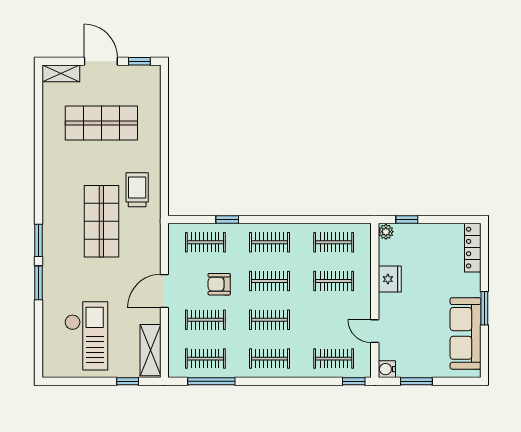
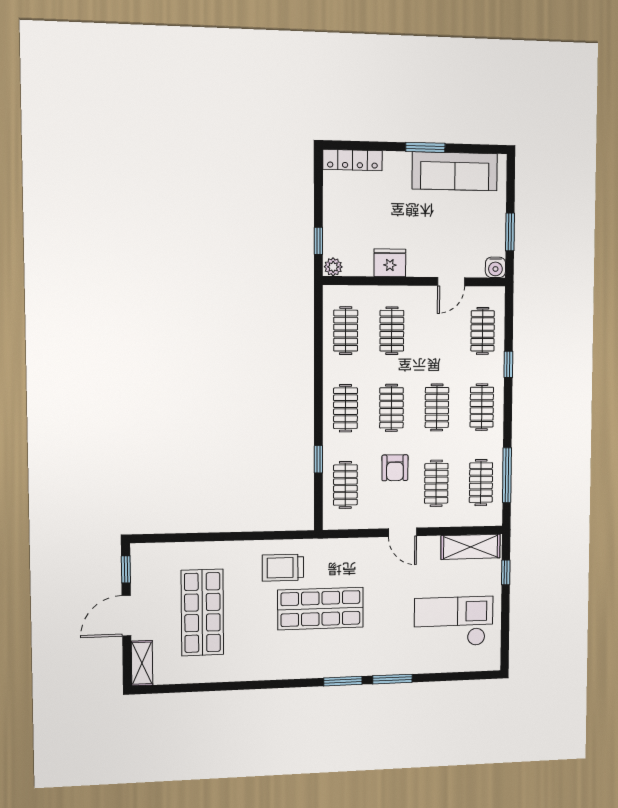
door: (164, 291) -> (402, 532), width x0.73
window: (354, 381) -> (508, 364), moved

